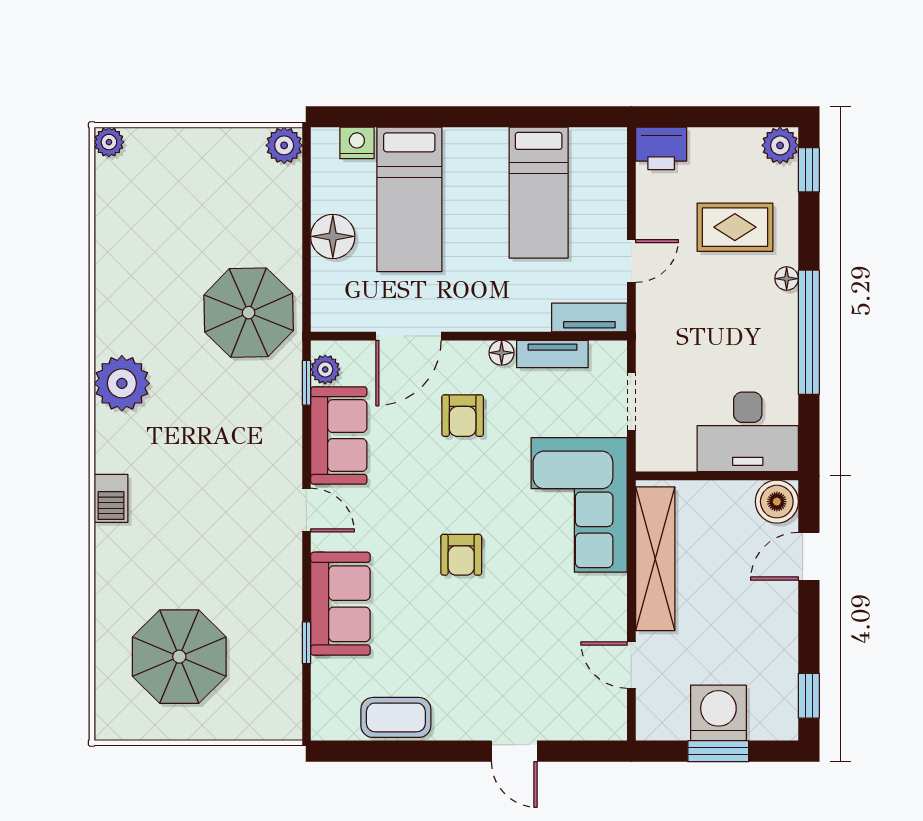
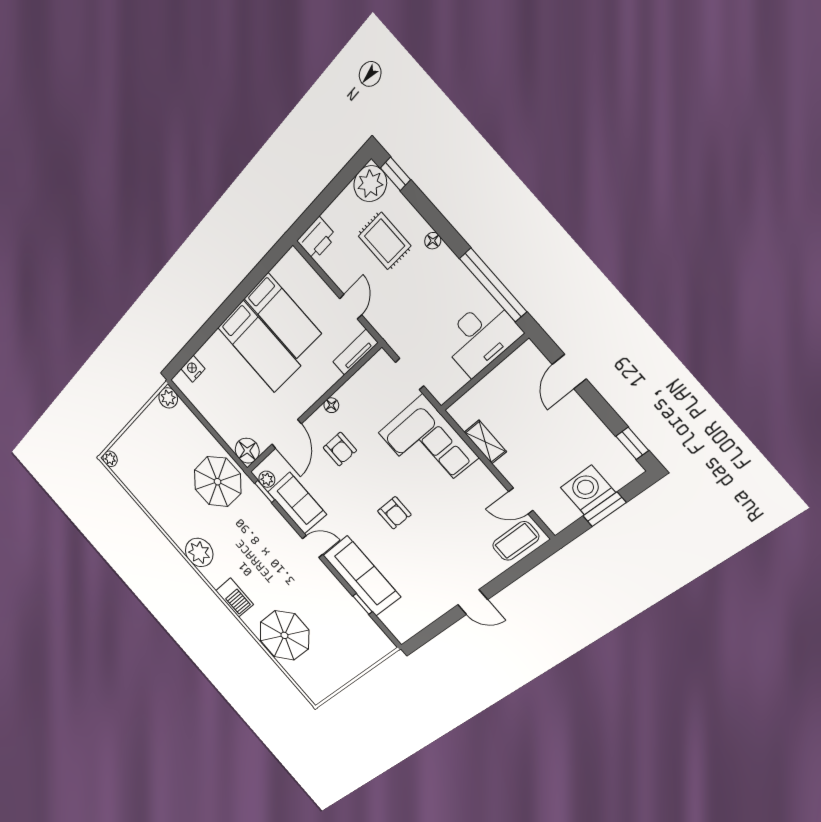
plant: (780, 145) -> (370, 184), width x1.36, depth x1.36
bed: (409, 199) -> (259, 347), moved
rug: (735, 227) -> (385, 241), turned 90
floor lamp: (333, 236) -> (247, 451), moved
window: (809, 332) -> (493, 285), moved
tv unit: (552, 354) -> (354, 385), removed
barbecue: (111, 498) -> (234, 598), width x1.38, depth x1.27
boiler: (777, 502) -> (527, 359), removed
shelving: (655, 559) -> (485, 442), width x0.45, depth x0.75
sofa: (340, 604) -> (362, 576), width x1.36
parasol: (179, 657) -> (284, 635), moved
coffee table: (396, 717) -> (516, 541), moved
door: (514, 751) -> (473, 602), moved

